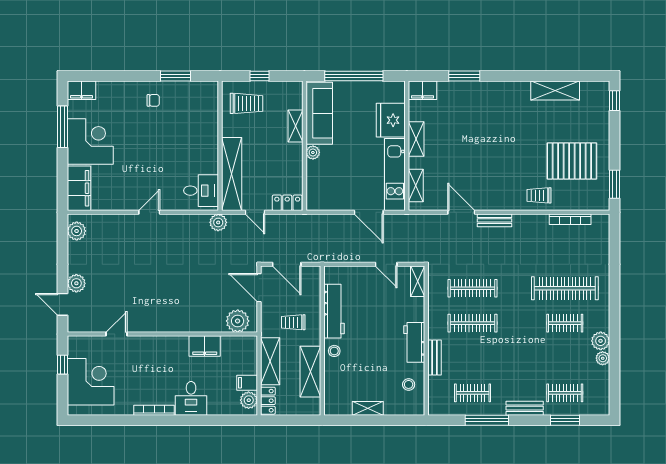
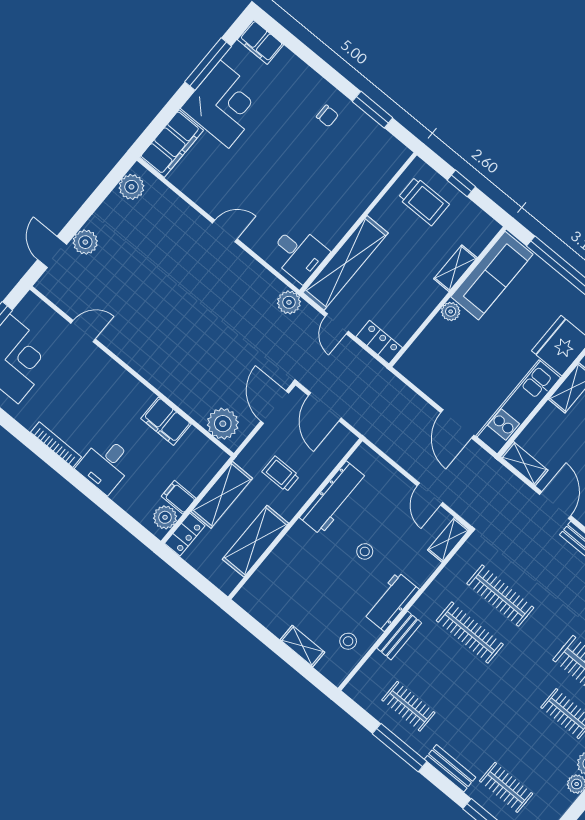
shelving: (416, 185) -> (524, 464), moved, turned 90
stool: (334, 351) -> (365, 551), moved
shelving: (368, 408) -> (302, 646), moved

